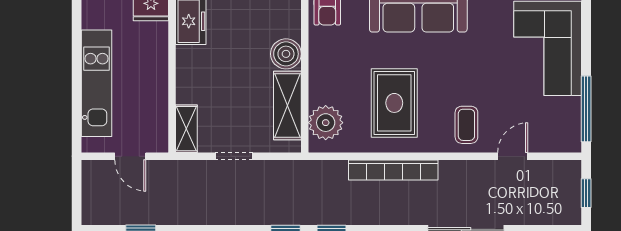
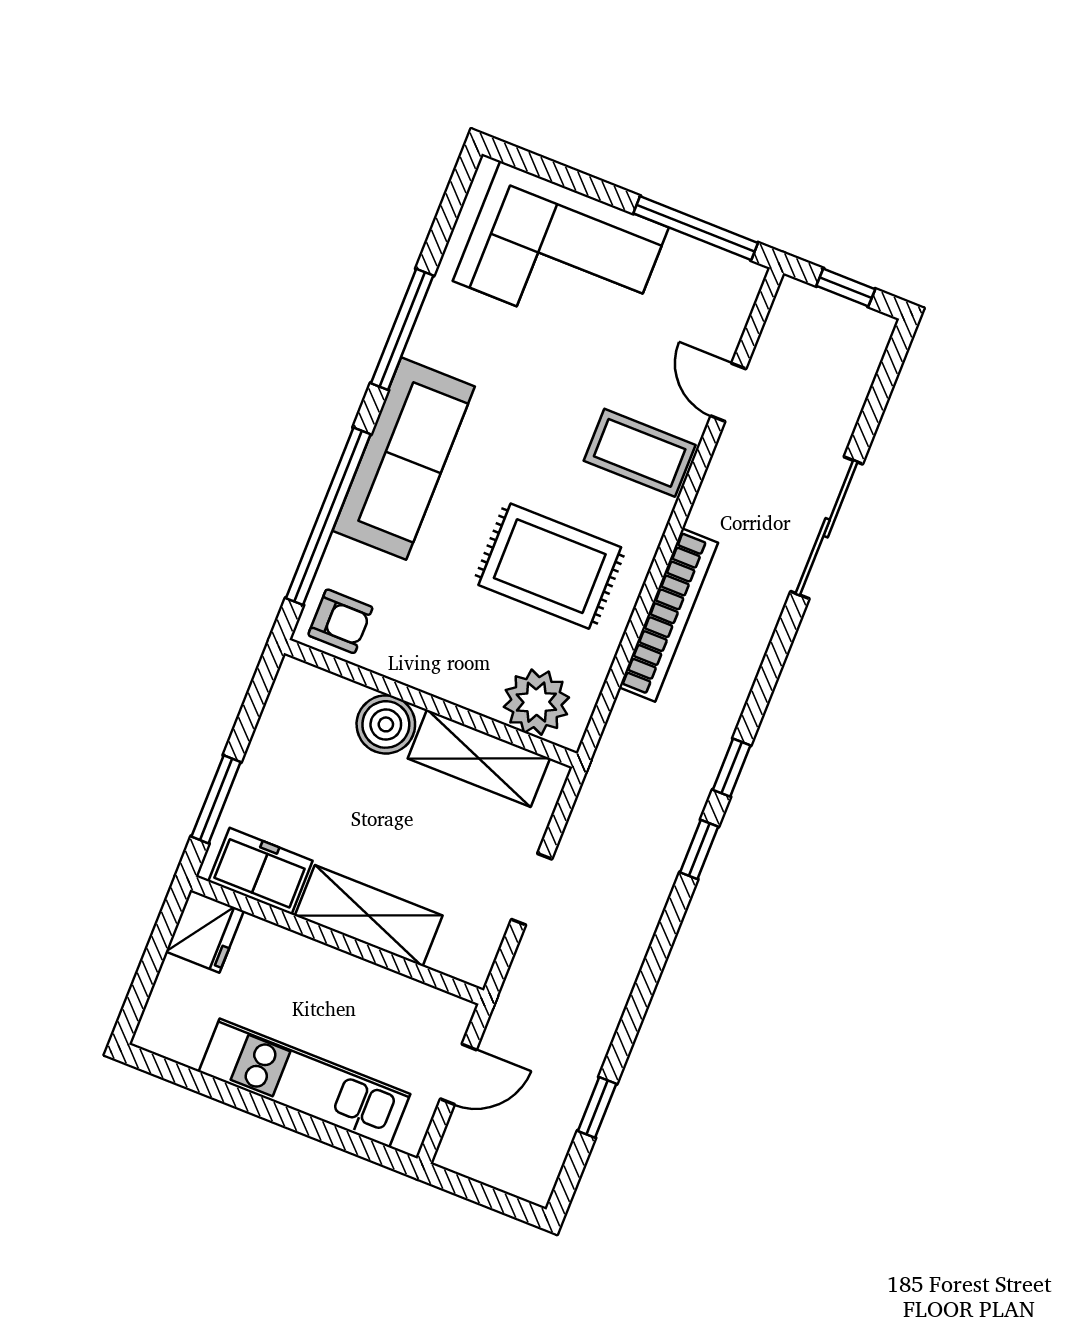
coffee table: (466, 125) -> (640, 453), width x1.36, depth x1.30
shelving: (186, 129) -> (369, 916), moved, width x1.50, depth x1.33

